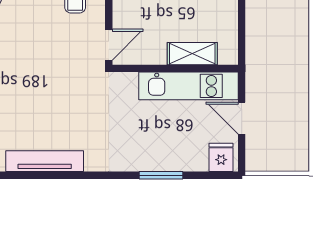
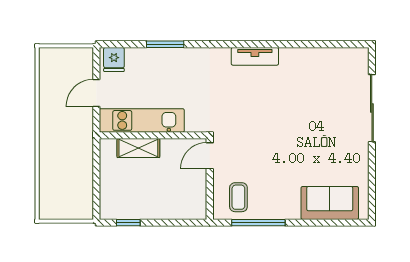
door: (242, 118) -> (96, 93), swing flipped
tv unit: (45, 161) -> (255, 56), width x0.71

